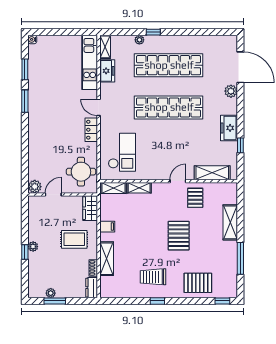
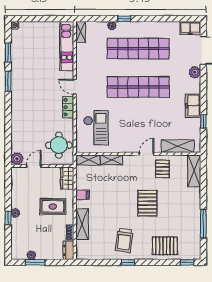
freezer: (107, 71) -> (190, 28), moved, turned 90
shelving: (230, 222) -> (194, 171), moved
trolley: (153, 277) -> (124, 240), turned -82

